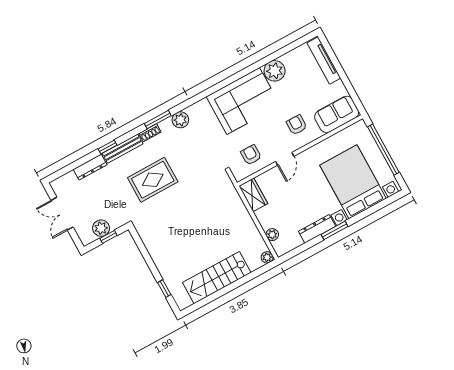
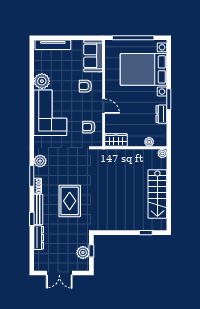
dresser: (317, 229) -> (161, 114), width x0.70

